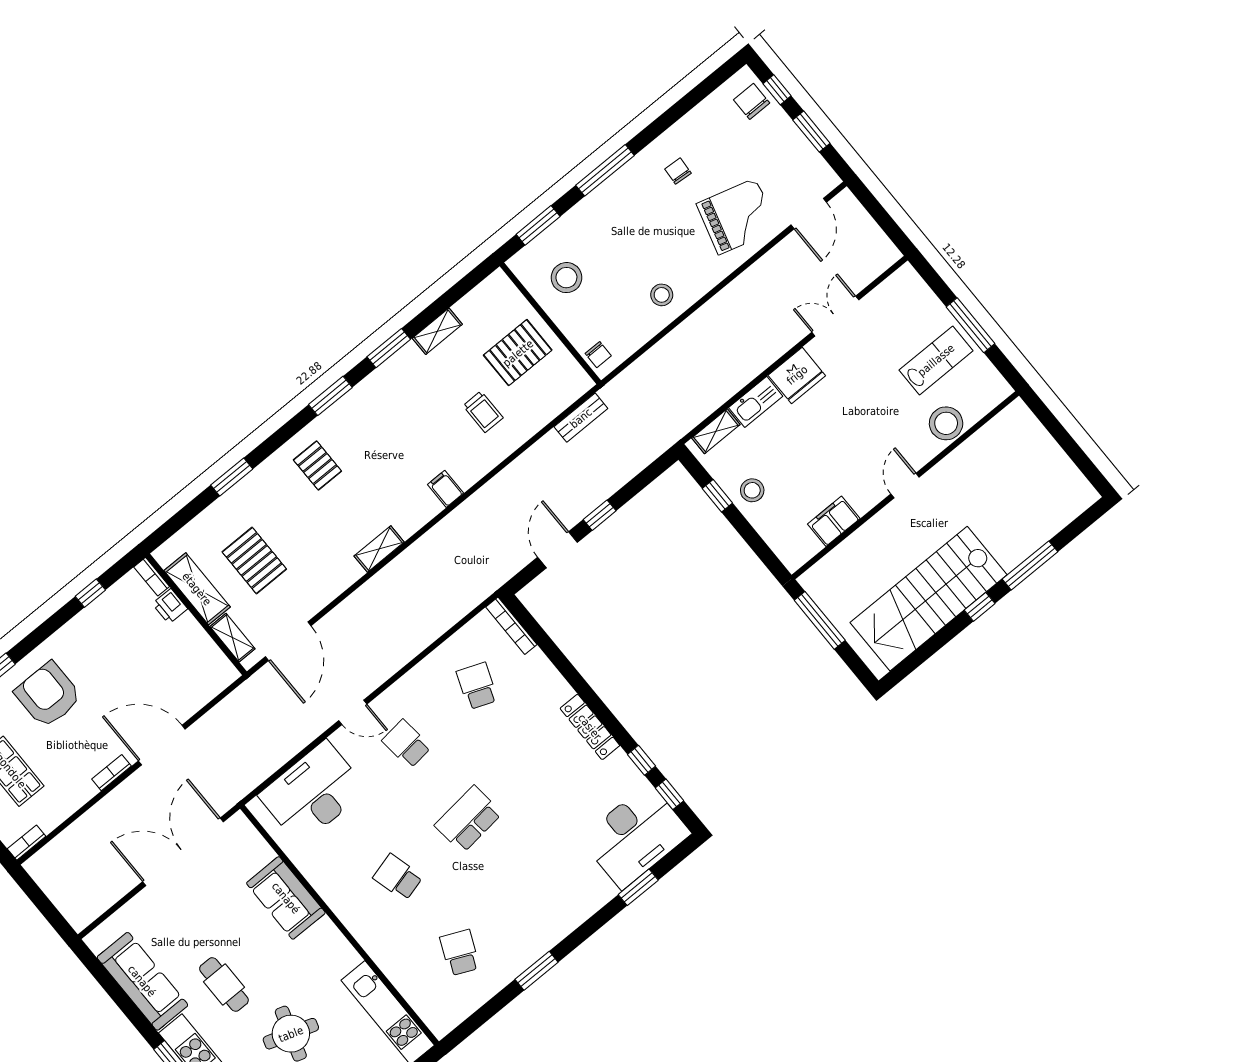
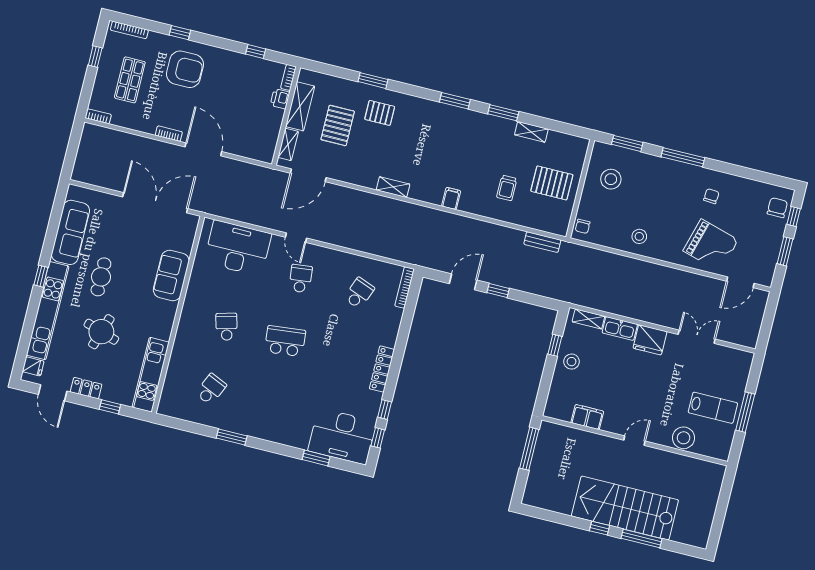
pallet: (317, 465) -> (380, 113), moved, turned 90
stairs: (929, 599) -> (625, 508), moved
armchair: (48, 695) -> (185, 69), turned 90

